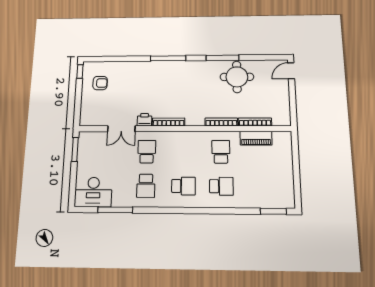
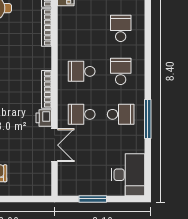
window: (75, 149) -> (93, 199), moved
school desk: (221, 152) -> (82, 71), moved
window: (115, 210) -> (148, 119), moved

